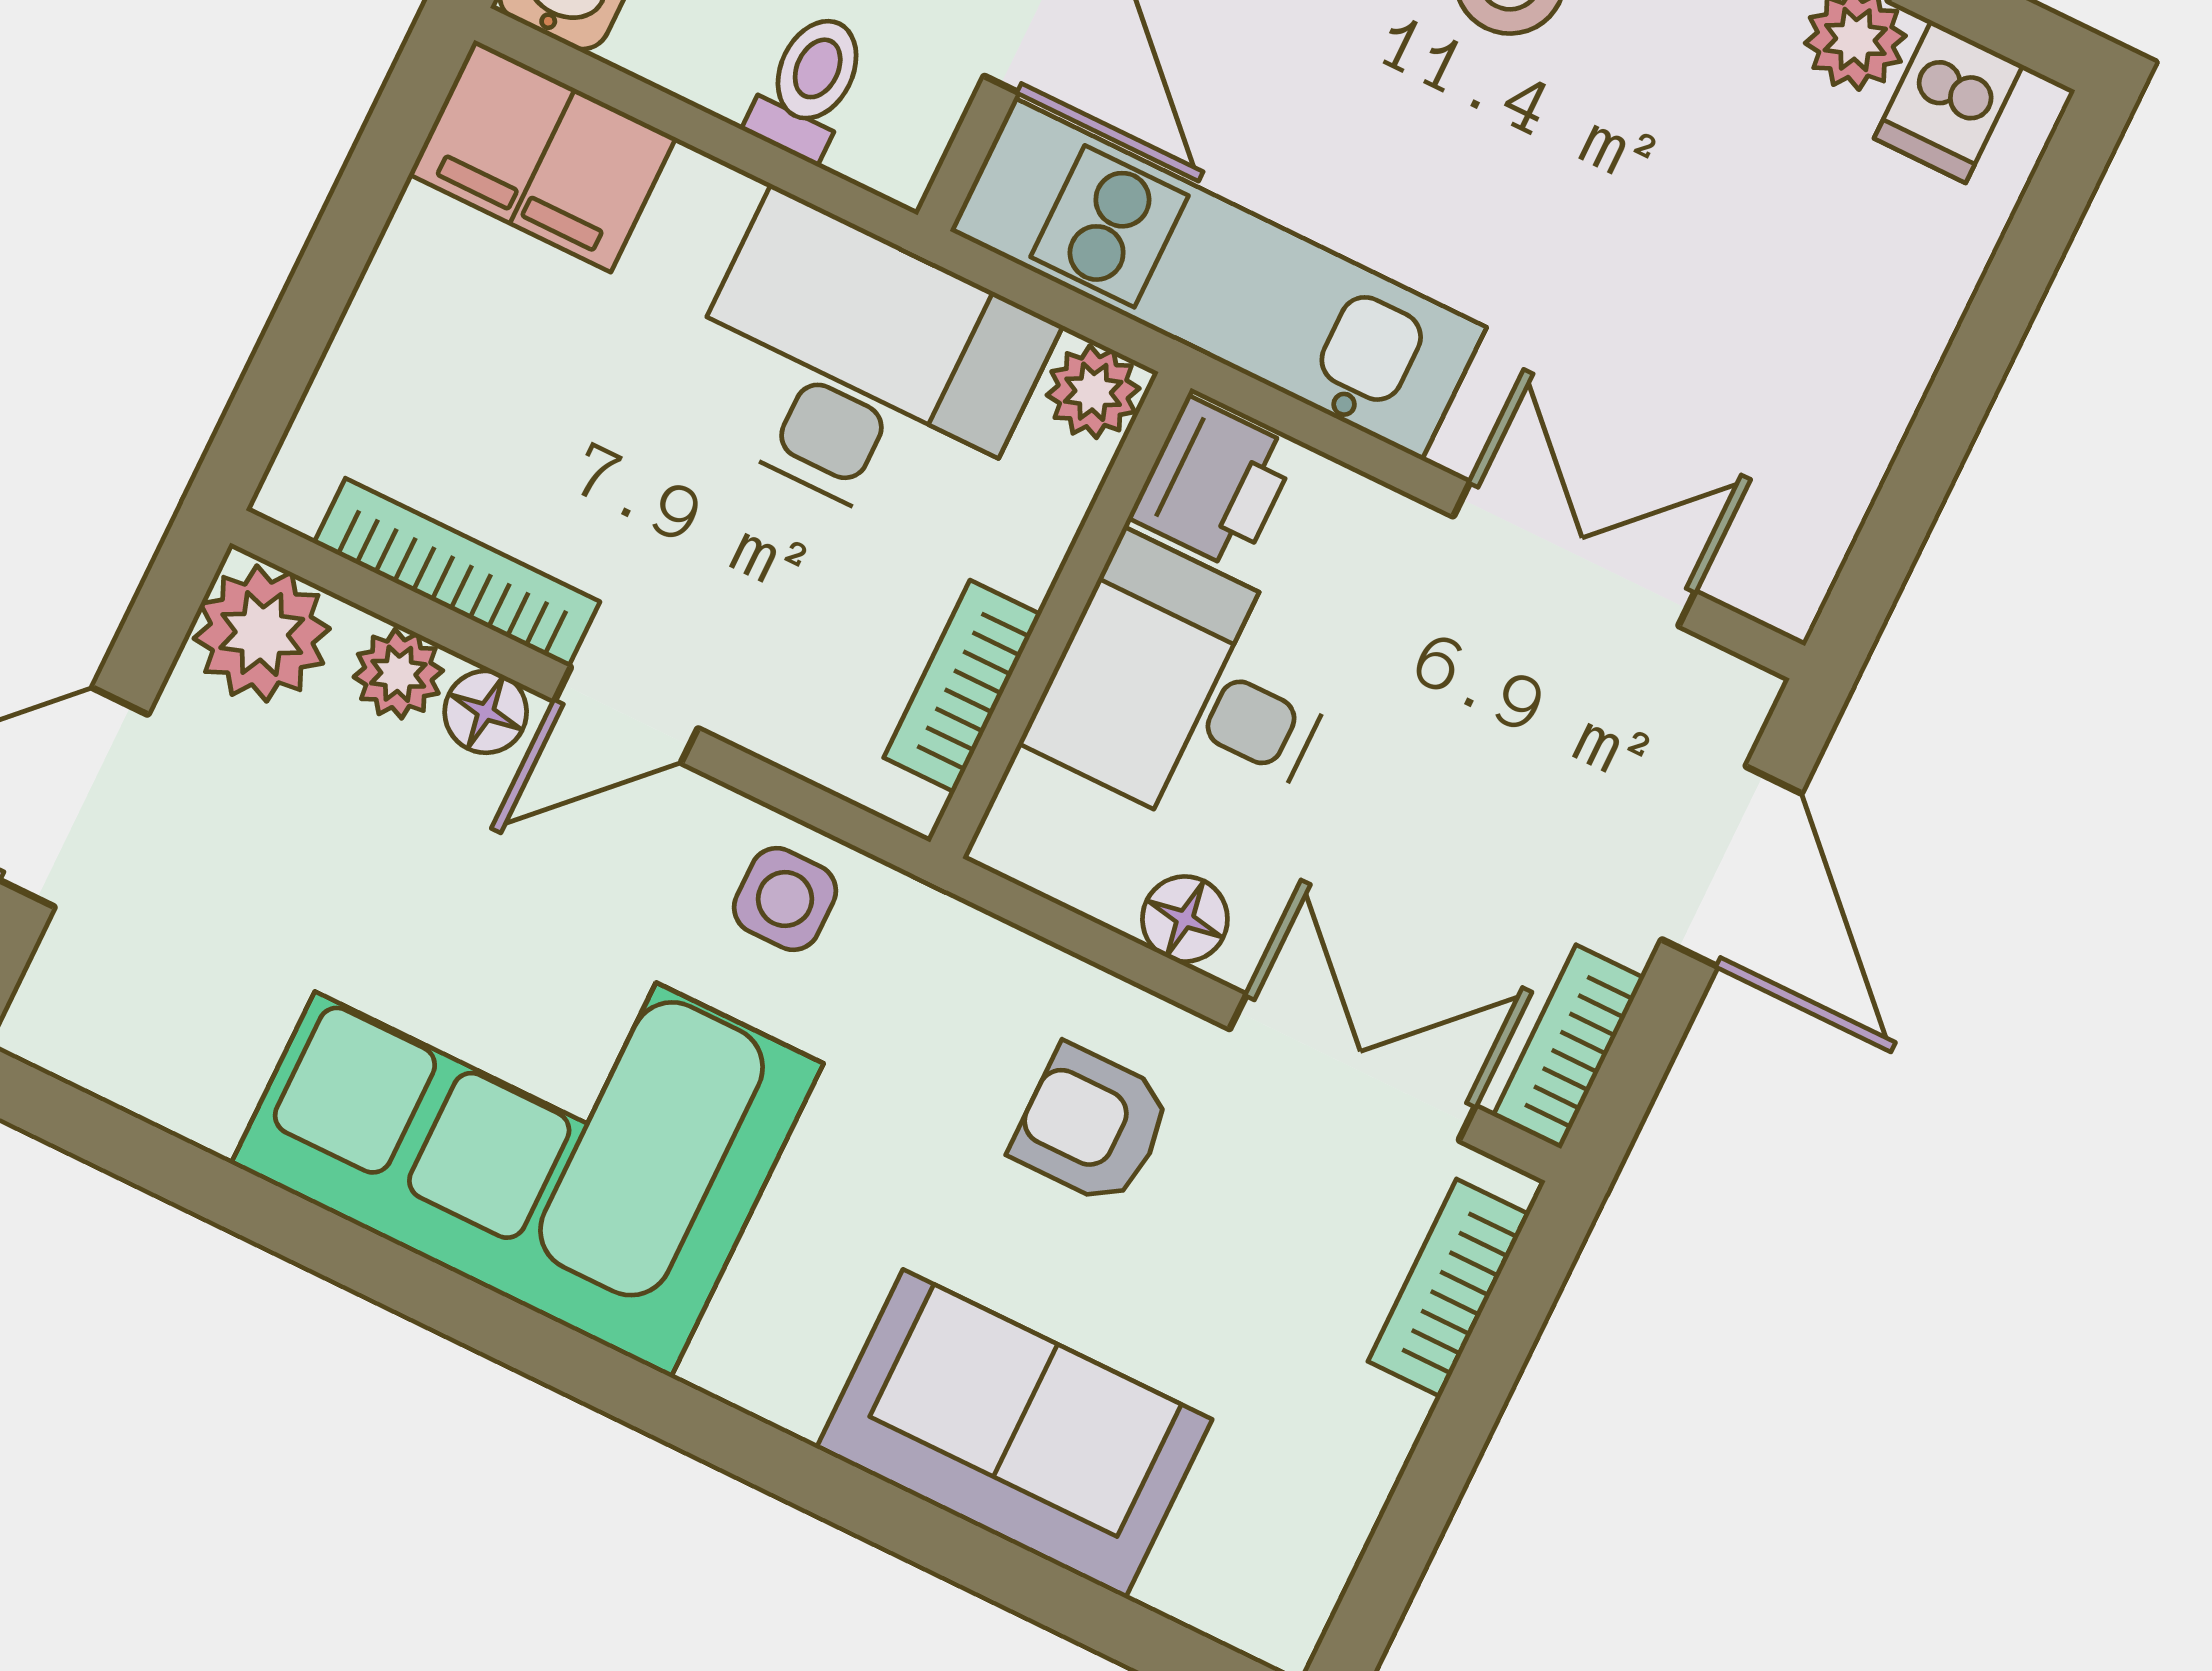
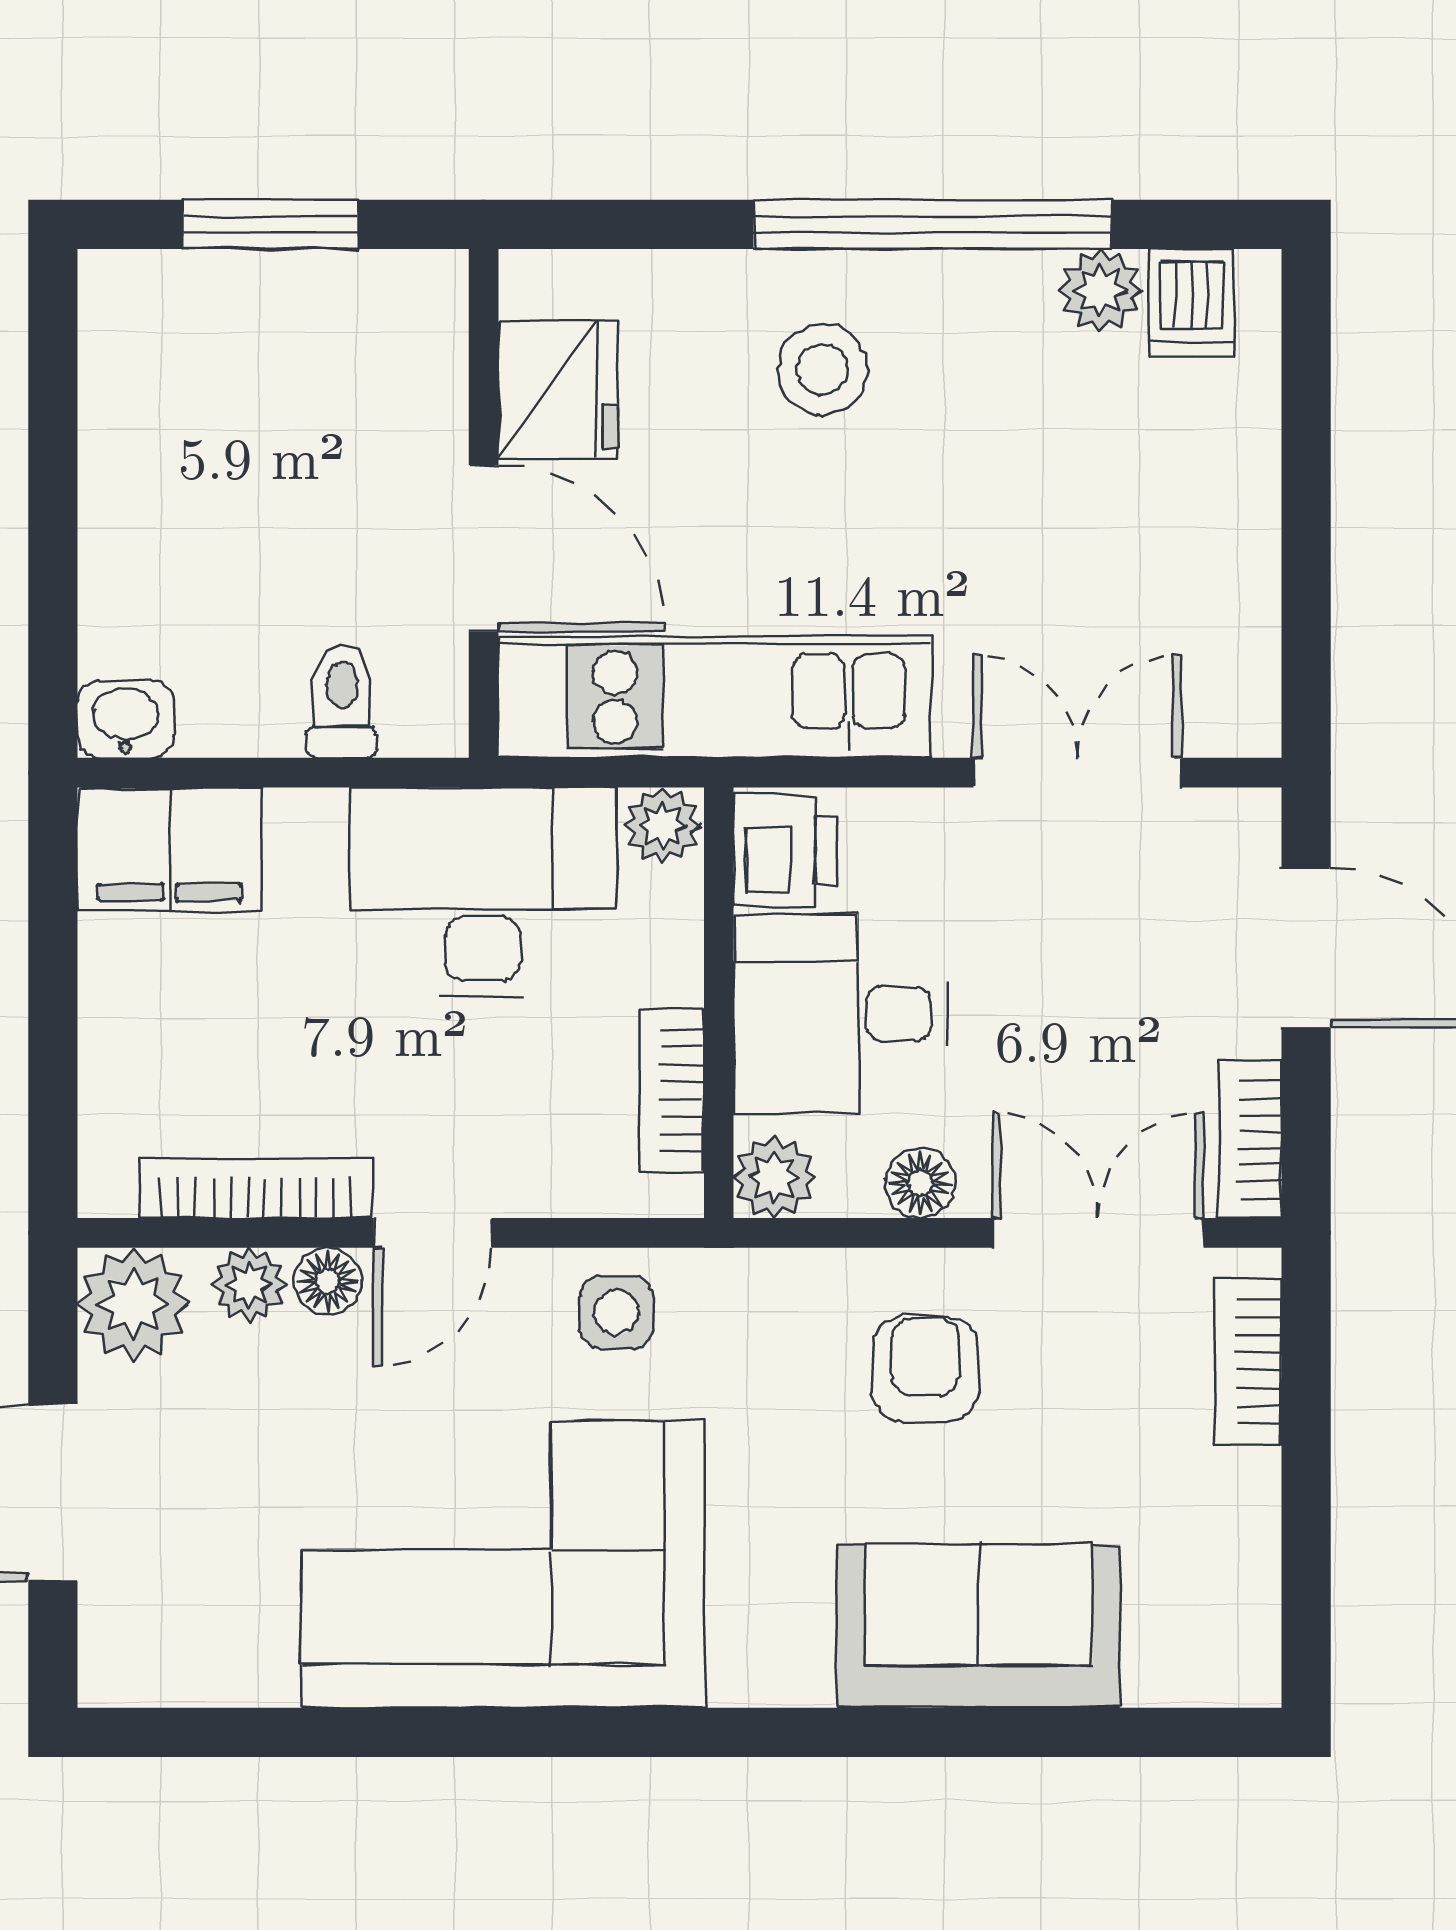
plant: (1029, 835) -> (774, 1177), added
armchair: (1092, 1125) -> (925, 1369), turned 90

